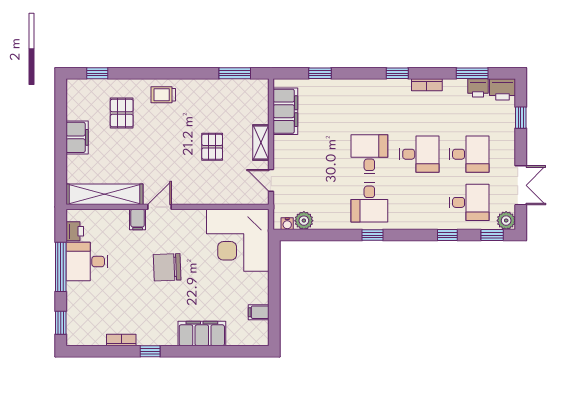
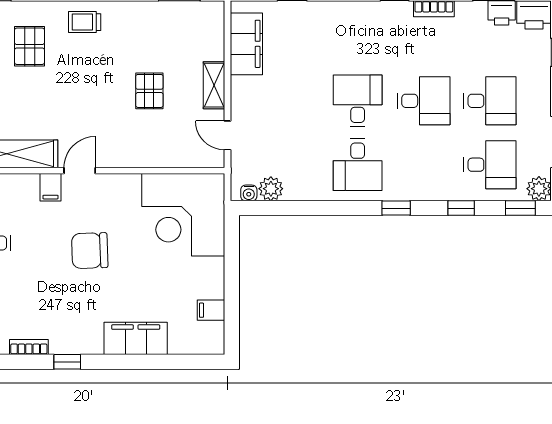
window: (372, 235) -> (396, 208), moved

